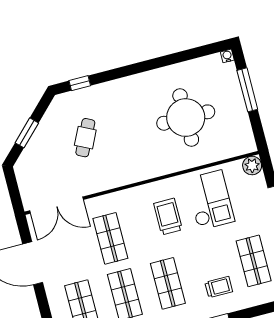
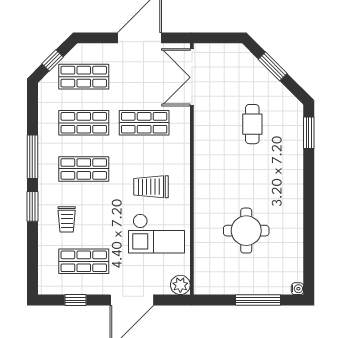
window: (80, 83) -> (309, 133), width x1.50
round table: (186, 118) -> (246, 231), width x0.73, depth x0.73
cafe table: (85, 138) -> (252, 124), turned 64
trolley: (168, 217) -> (151, 187), turned 180

